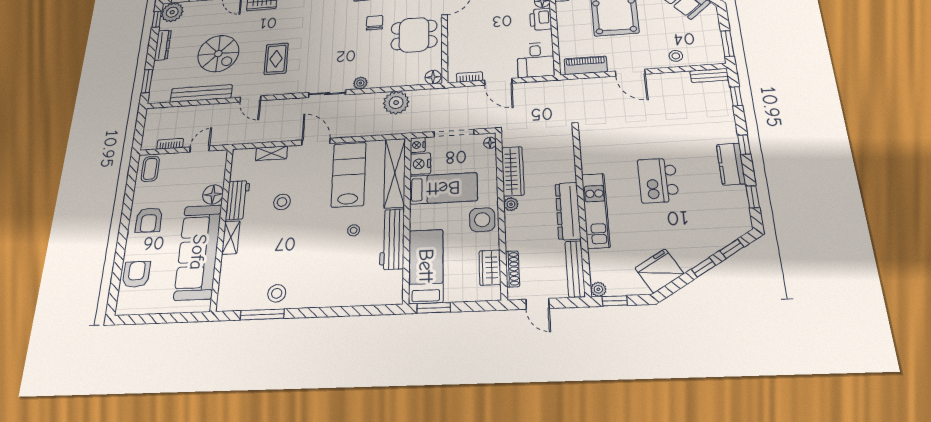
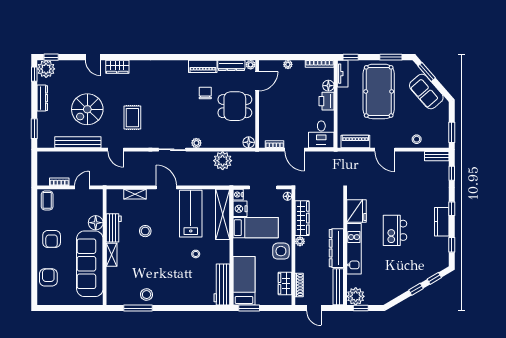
spiral stairs: (218, 54) -> (87, 109), turned 90
workbench: (392, 239) -> (222, 284), moved
fridge: (659, 271) -> (356, 211), moved, turned 121
plant: (598, 289) -> (356, 296), width x1.88, depth x1.88

